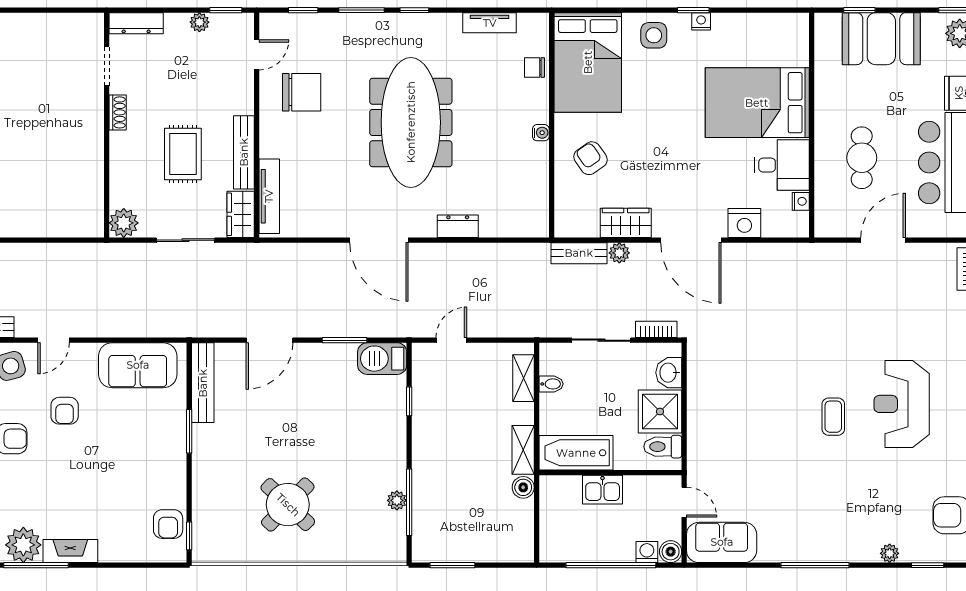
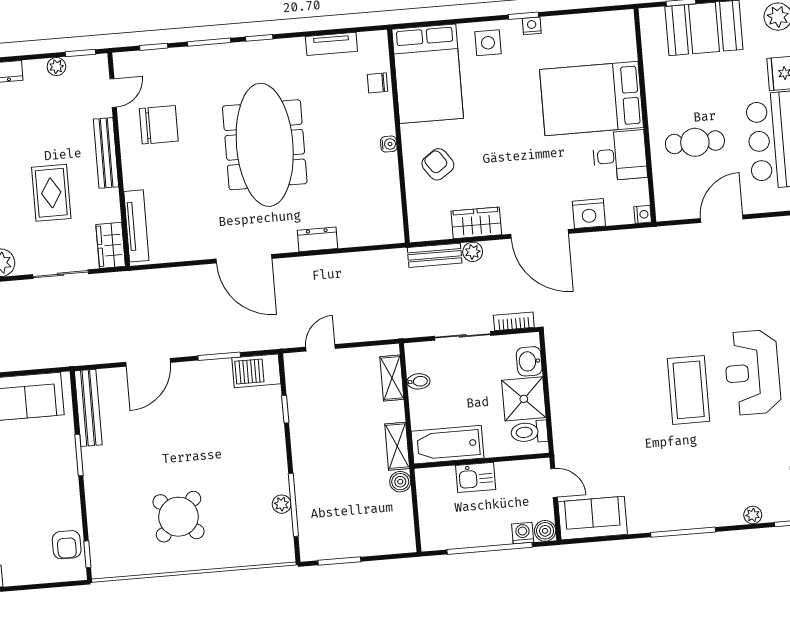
bench: (244, 152) -> (106, 153), moved
cafe table: (862, 158) -> (695, 142), turned 90
nightstand: (801, 201) -> (643, 214), moved
coffee table: (833, 417) -> (689, 390), width x1.86, depth x1.72

